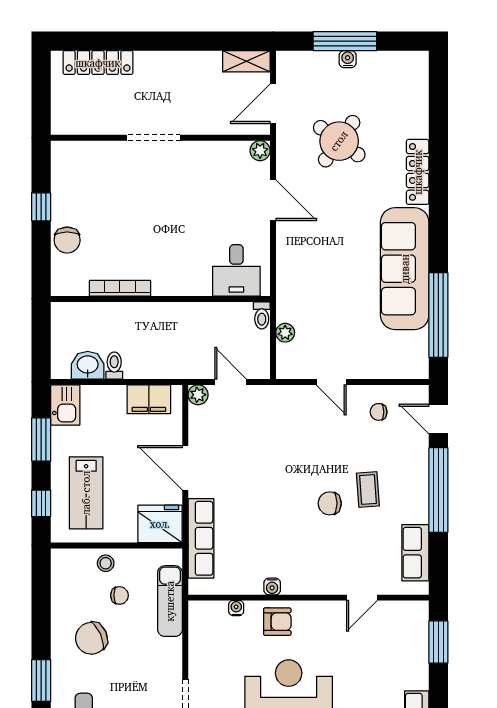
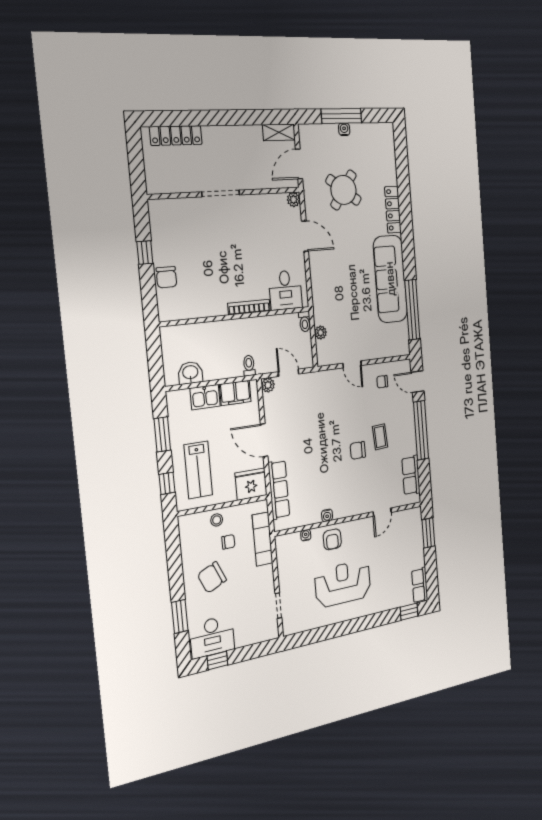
bookcase: (120, 288) -> (249, 307), moved
toilet: (114, 366) -> (249, 366), moved
kitchen sink: (65, 405) -> (205, 397), moved, turned 90
armchair: (277, 622) -> (332, 539), turned 90

